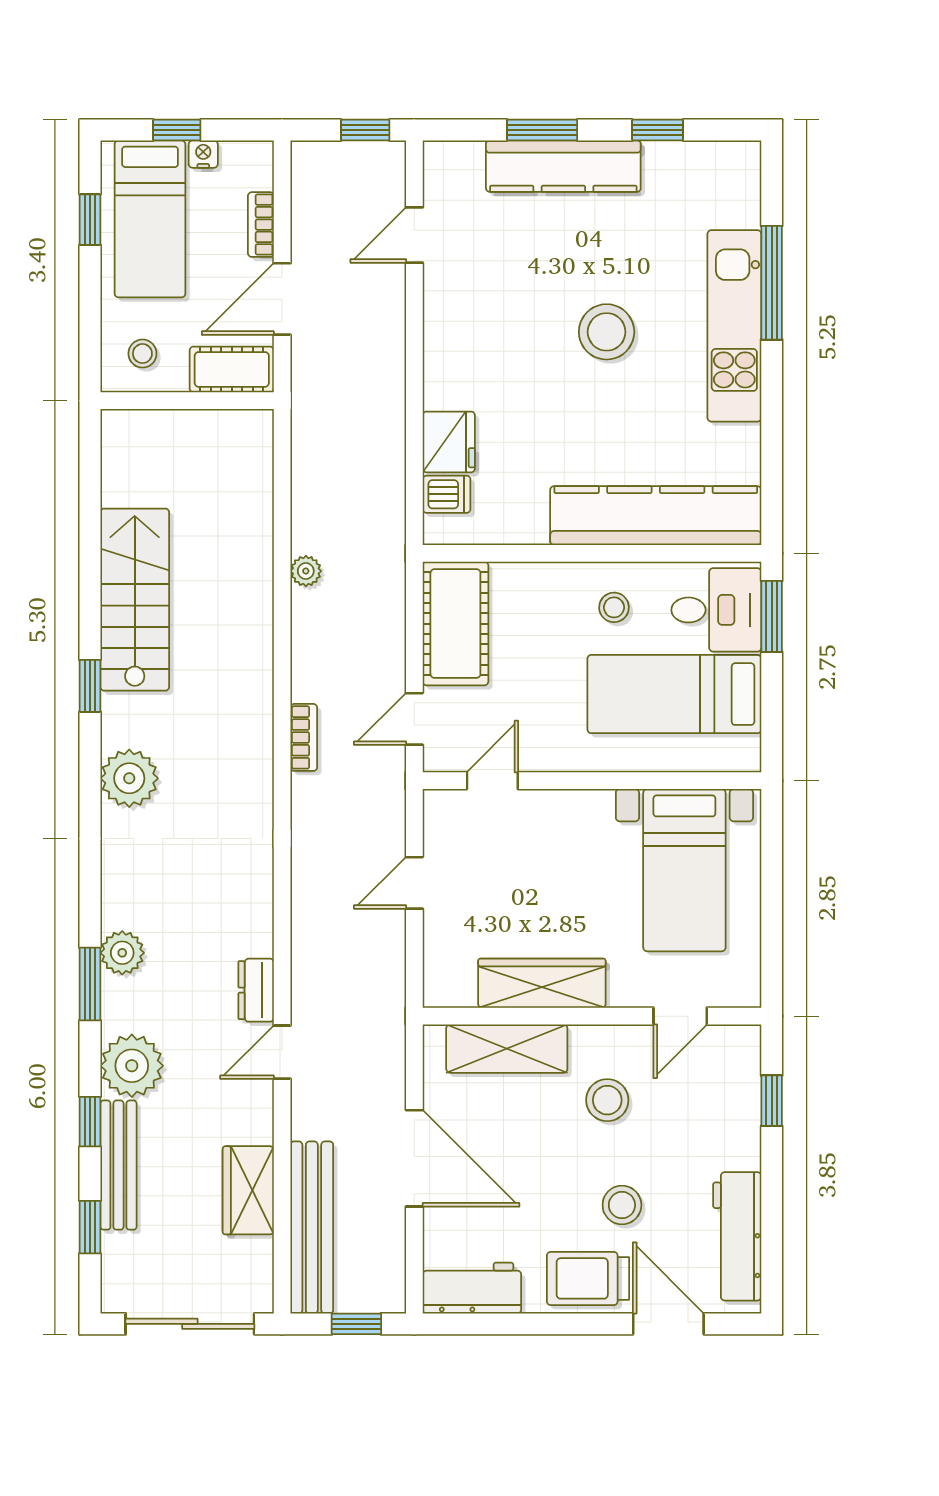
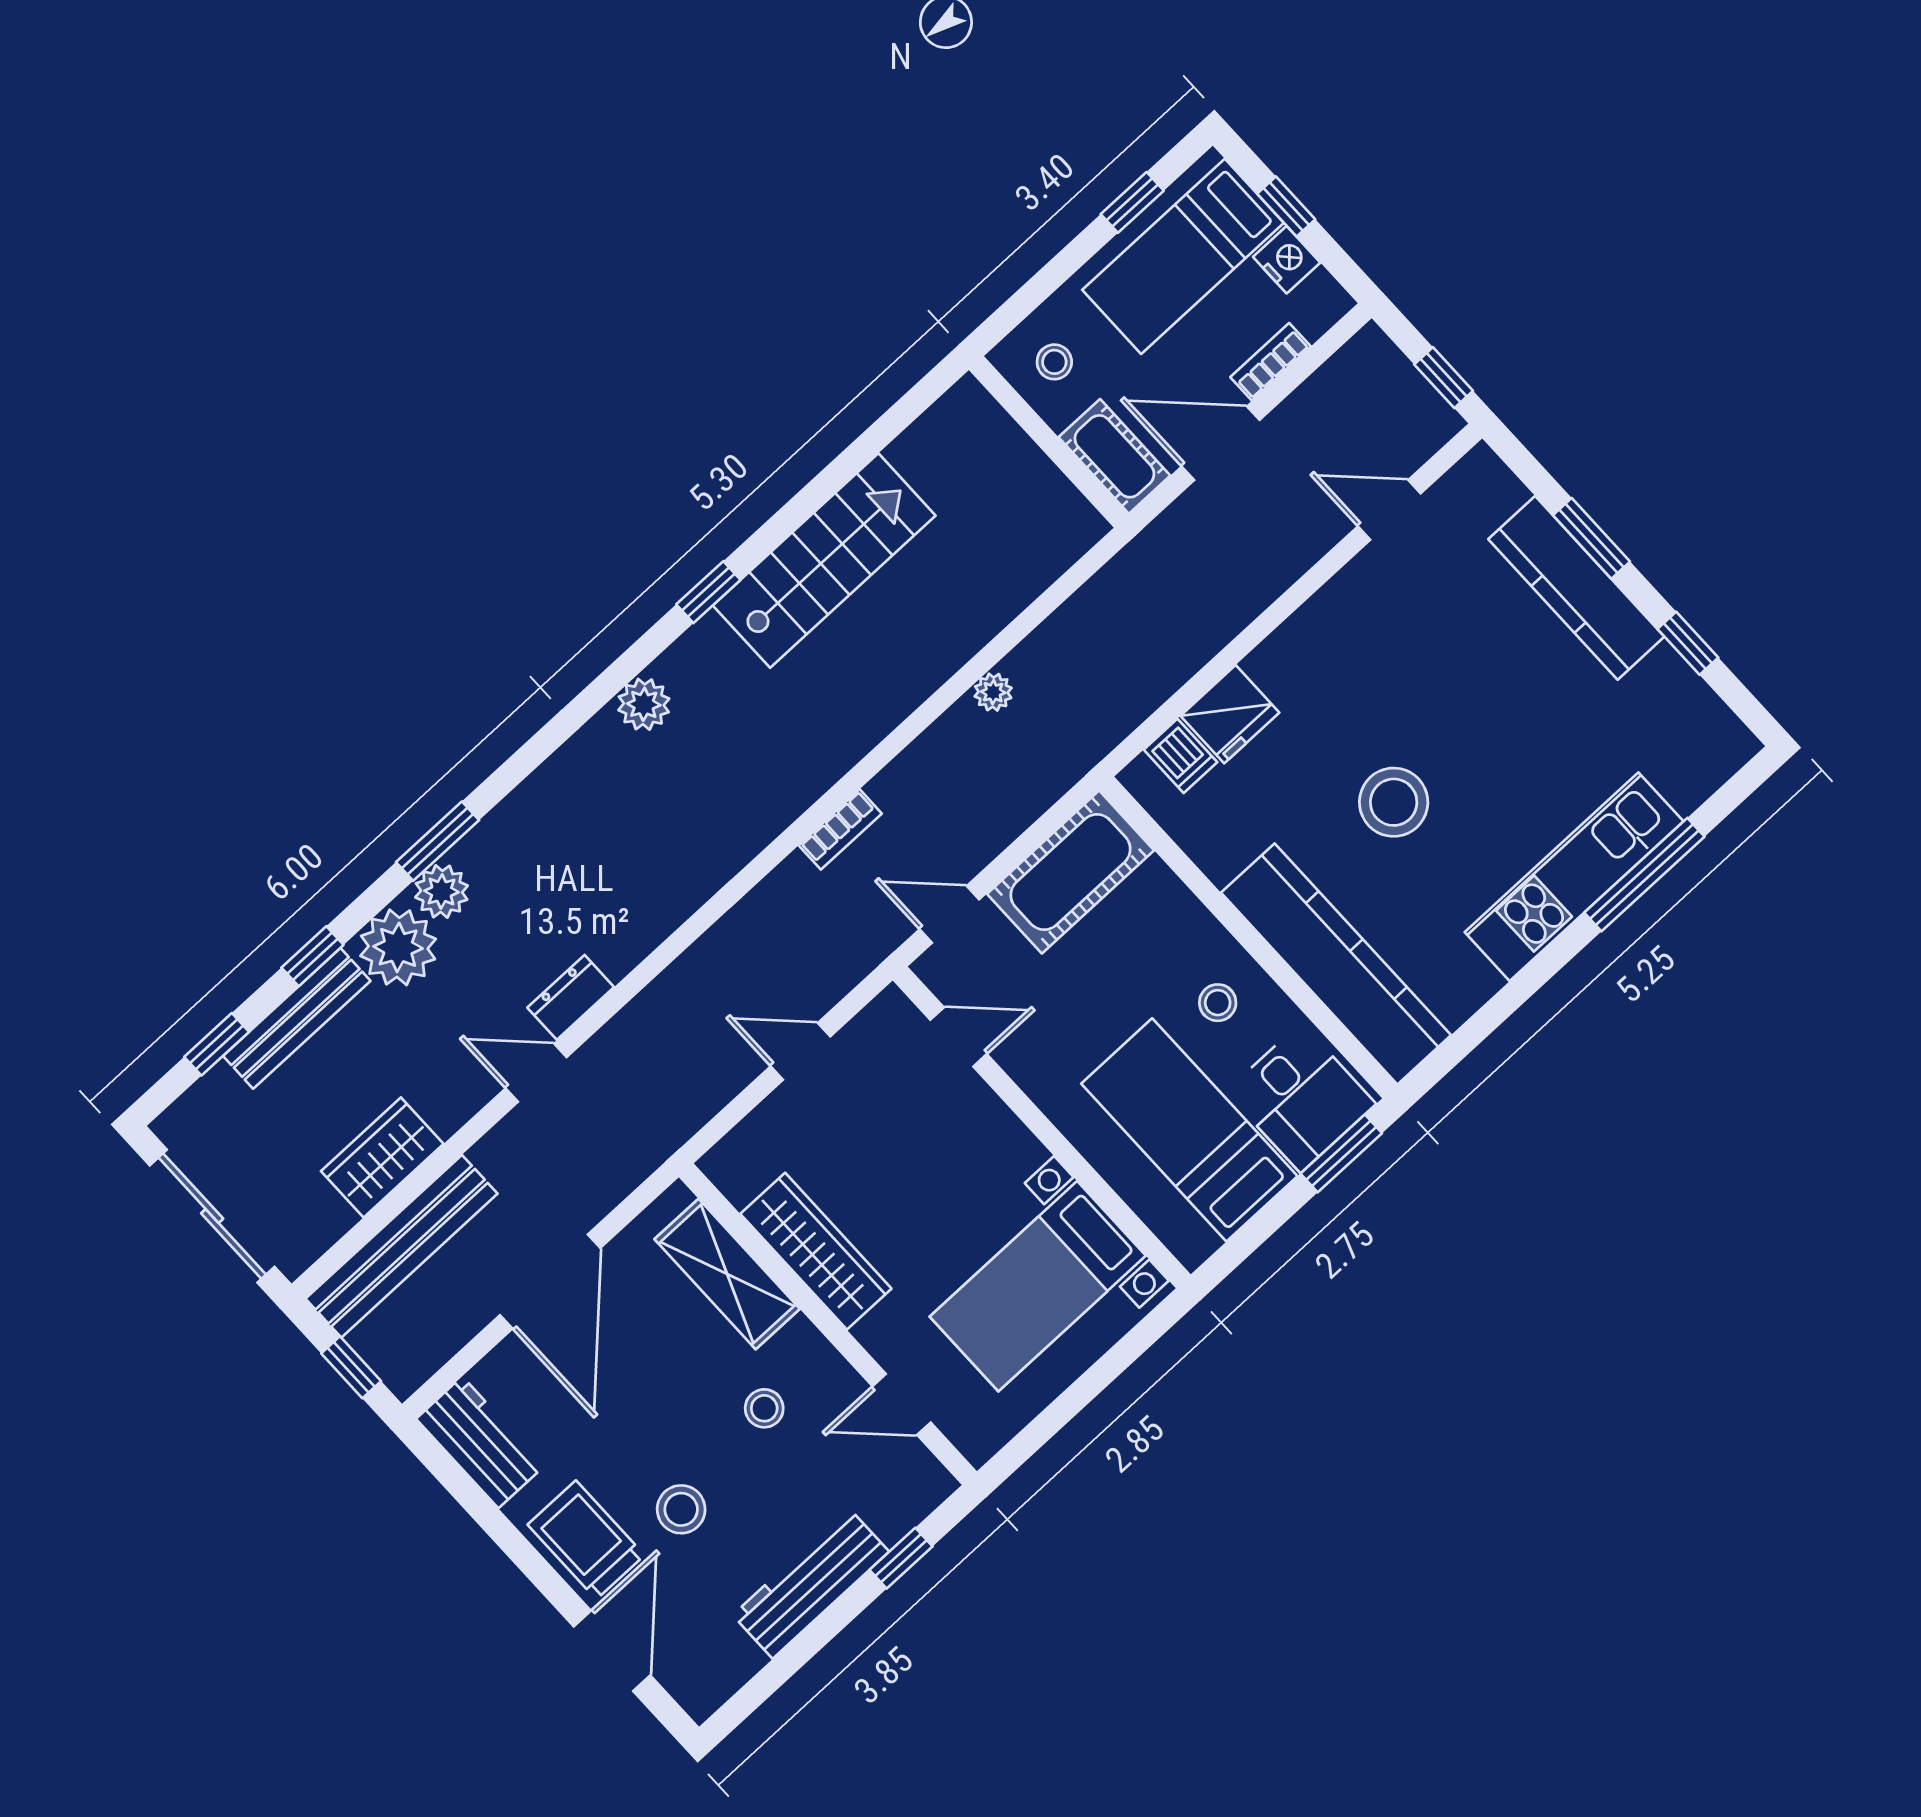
nightstand: (203, 154) -> (1287, 260), width x1.39, depth x1.35
stool: (607, 332) -> (1394, 802), moved
plant: (129, 778) -> (644, 704), width x0.73, depth x0.73
plant: (122, 953) -> (442, 891), moved
stool: (607, 1100) -> (764, 1408), width x0.73, depth x0.73
workbench: (737, 1236) -> (811, 1583), moved

